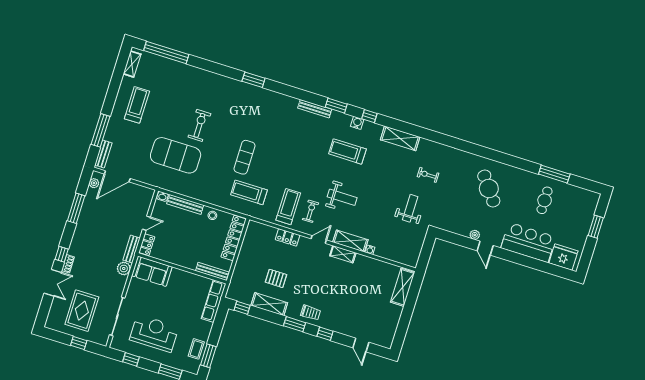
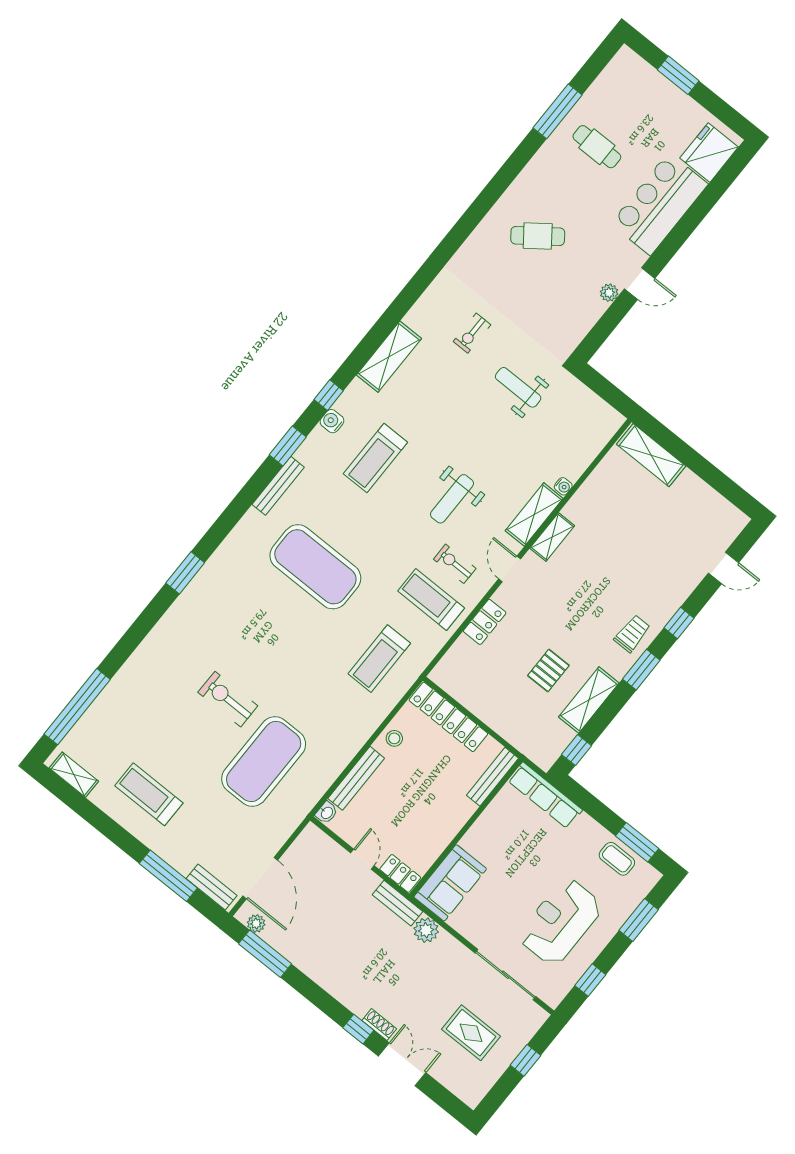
exercise mat: (244, 157) -> (315, 567), moved, width x2.00, depth x1.45
cafe table: (489, 188) -> (538, 236), width x0.73, depth x0.74
weight bench: (342, 197) -> (452, 499), turned 180
window: (76, 208) -> (265, 954), moved
rug: (82, 311) -> (471, 1033), width x0.73, depth x0.70

